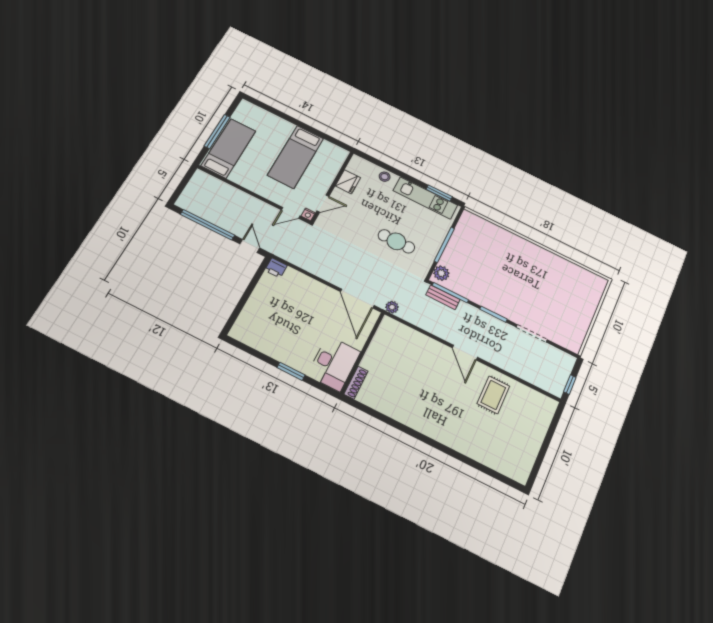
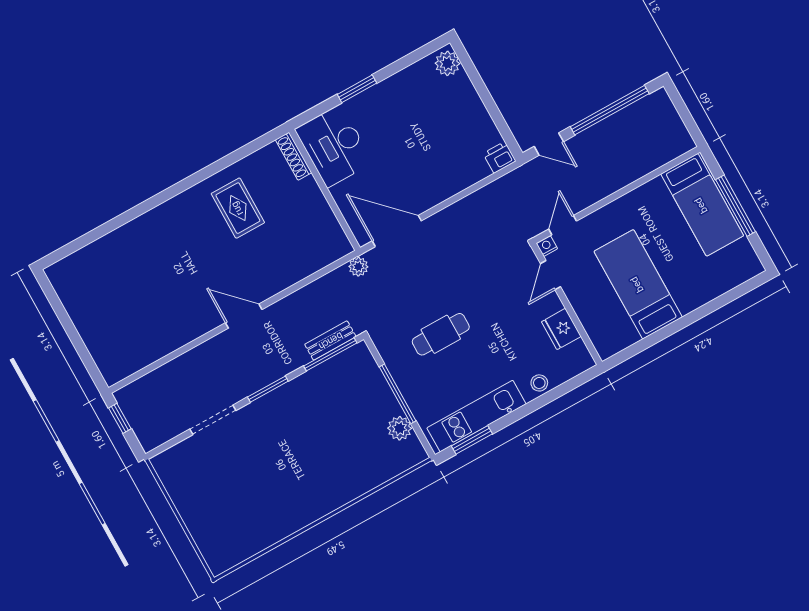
plant: (441, 273) -> (400, 428), moved
plant: (241, 329) -> (447, 63), added
rug: (493, 395) -> (238, 208), moved

